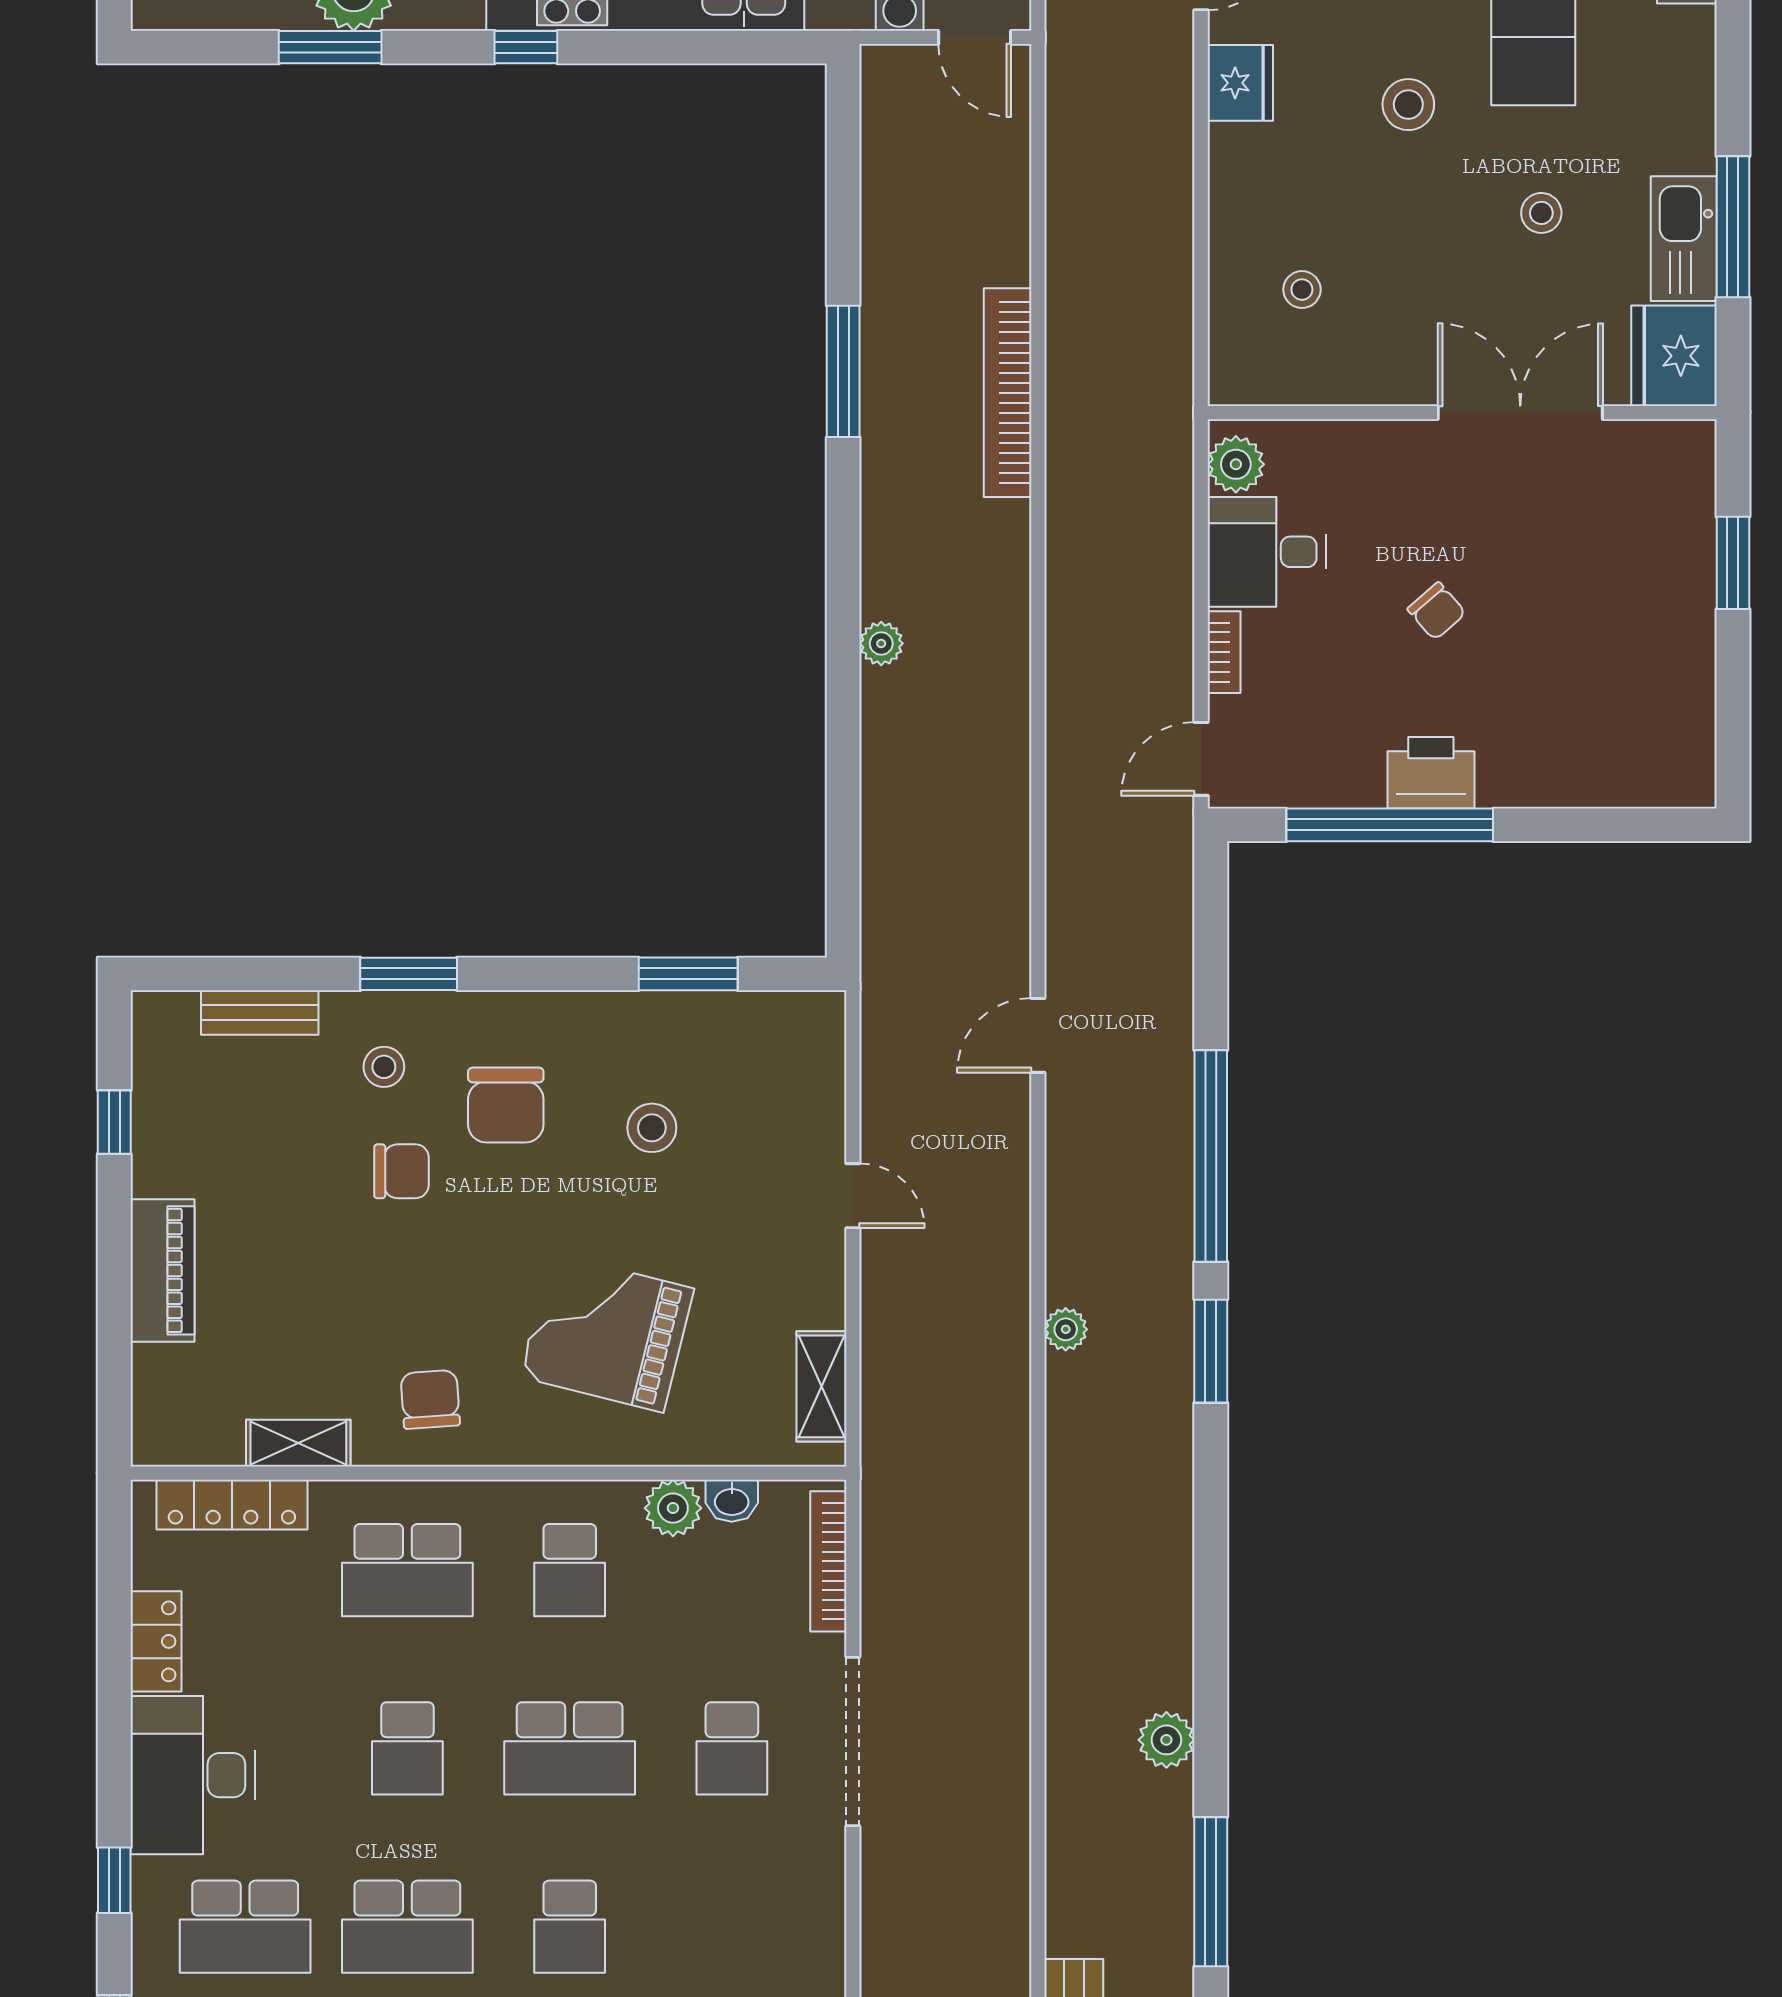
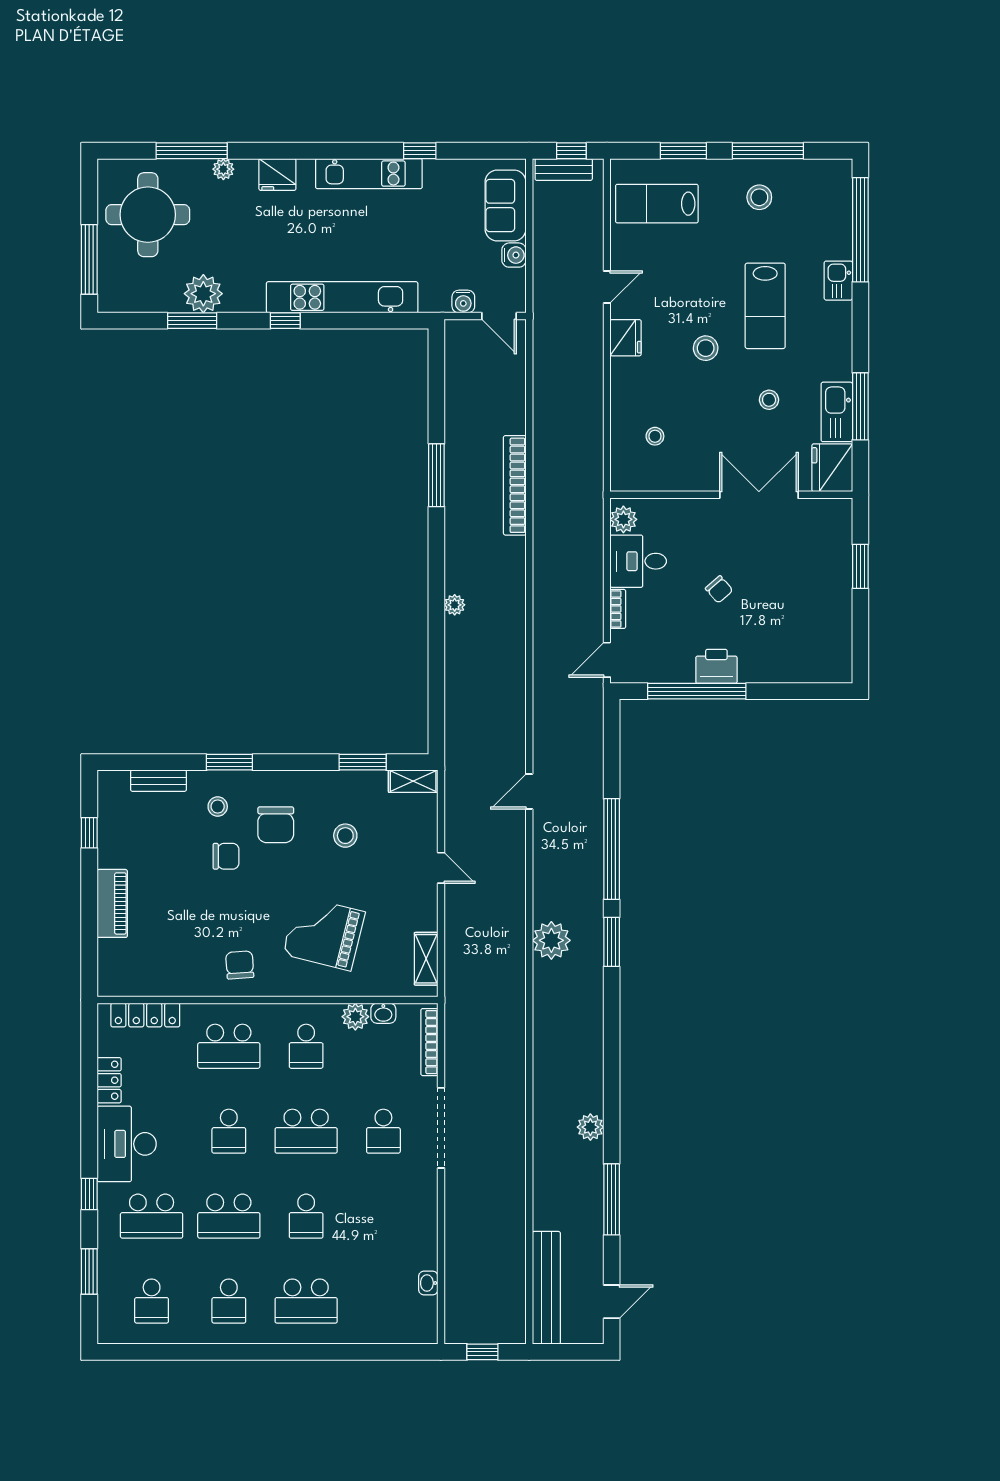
plant: (1066, 1329) -> (551, 940), width x1.88, depth x1.88
shelving: (298, 1443) -> (413, 781), moved

